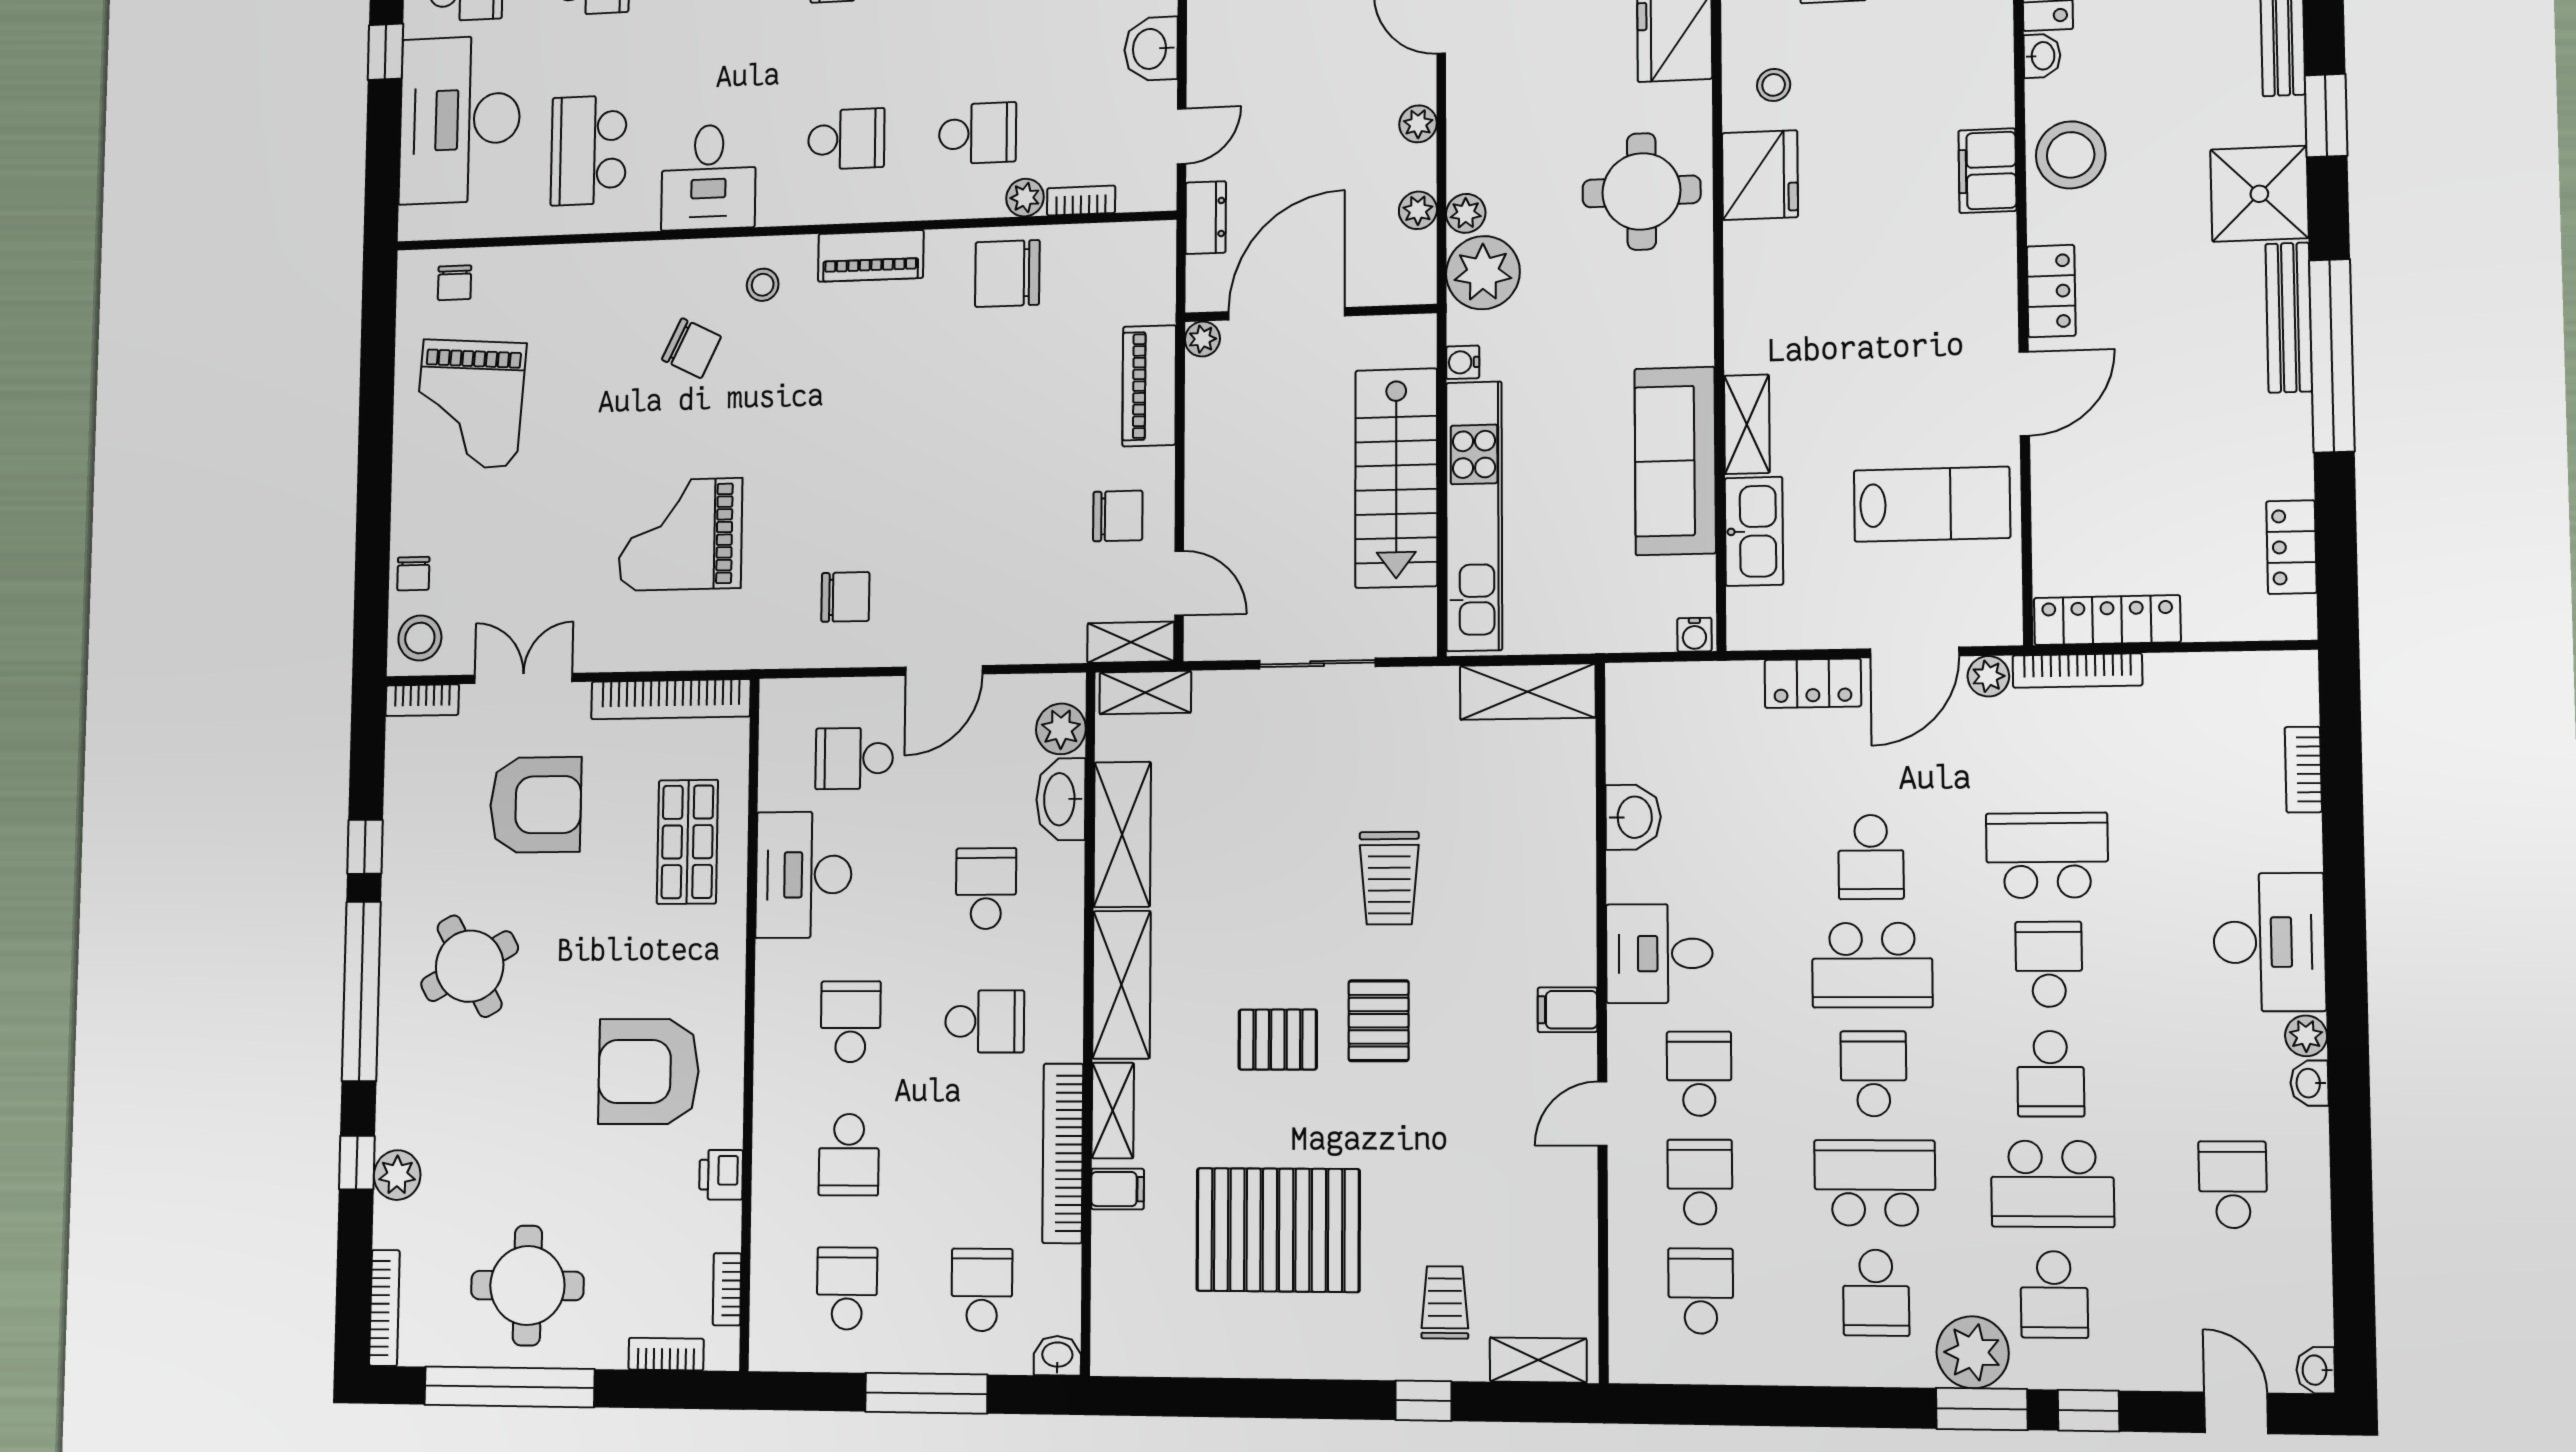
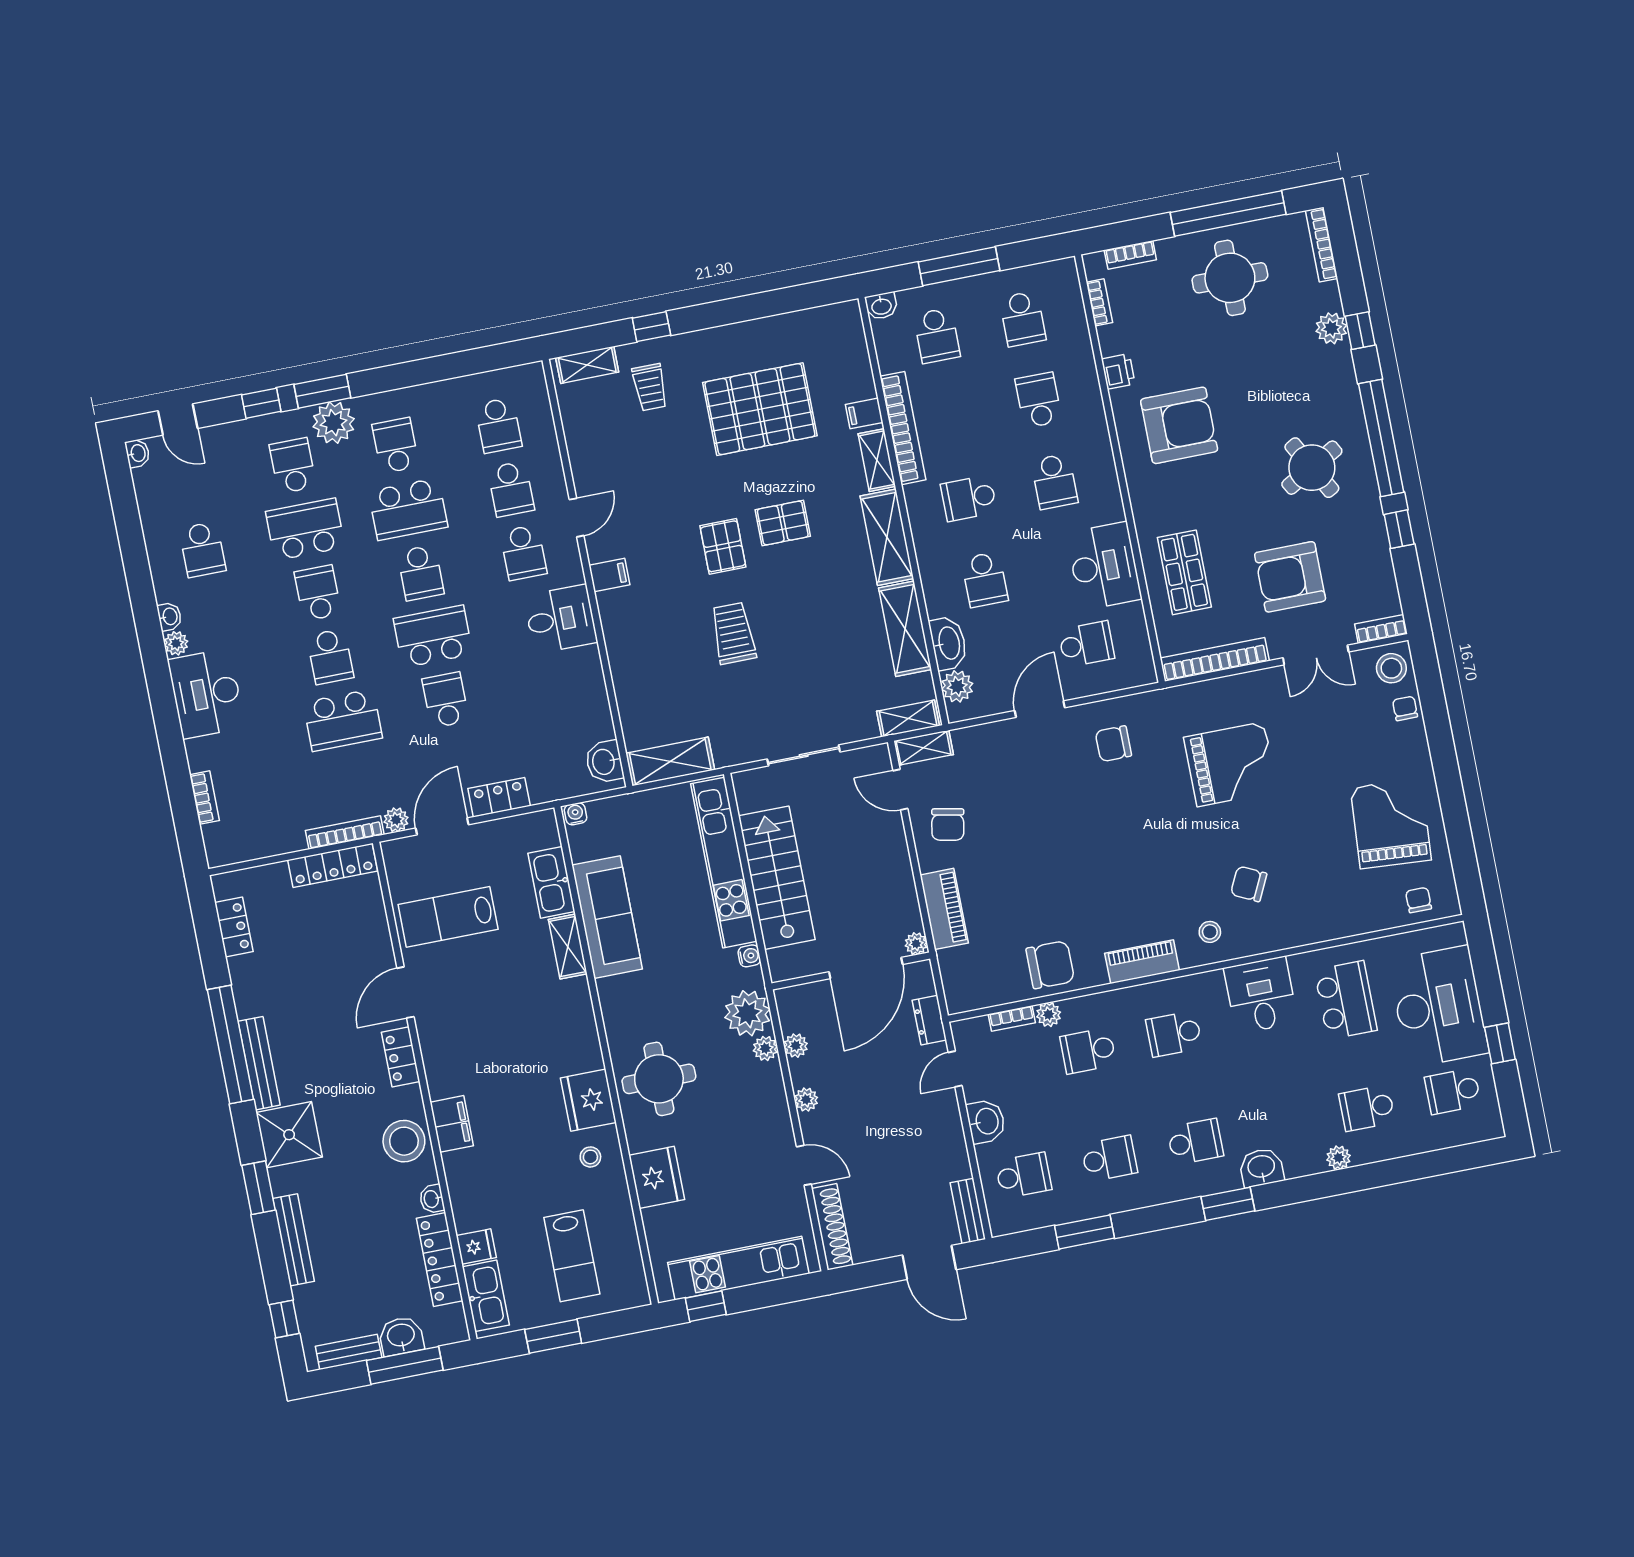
chair: (1118, 516) -> (948, 825), turned -79
washbasin: (1633, 817) -> (604, 762), moved

